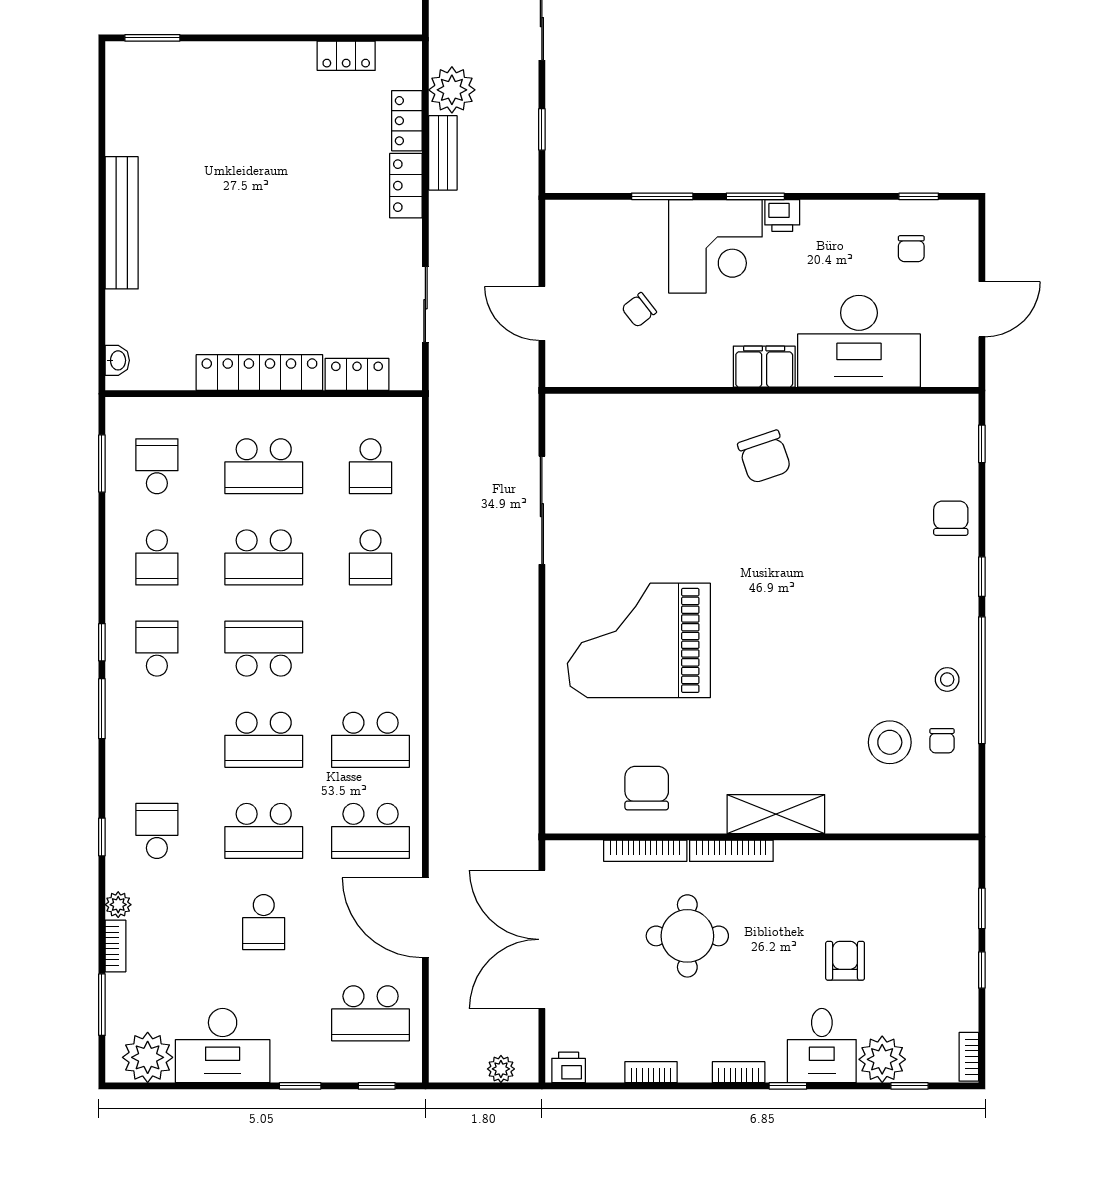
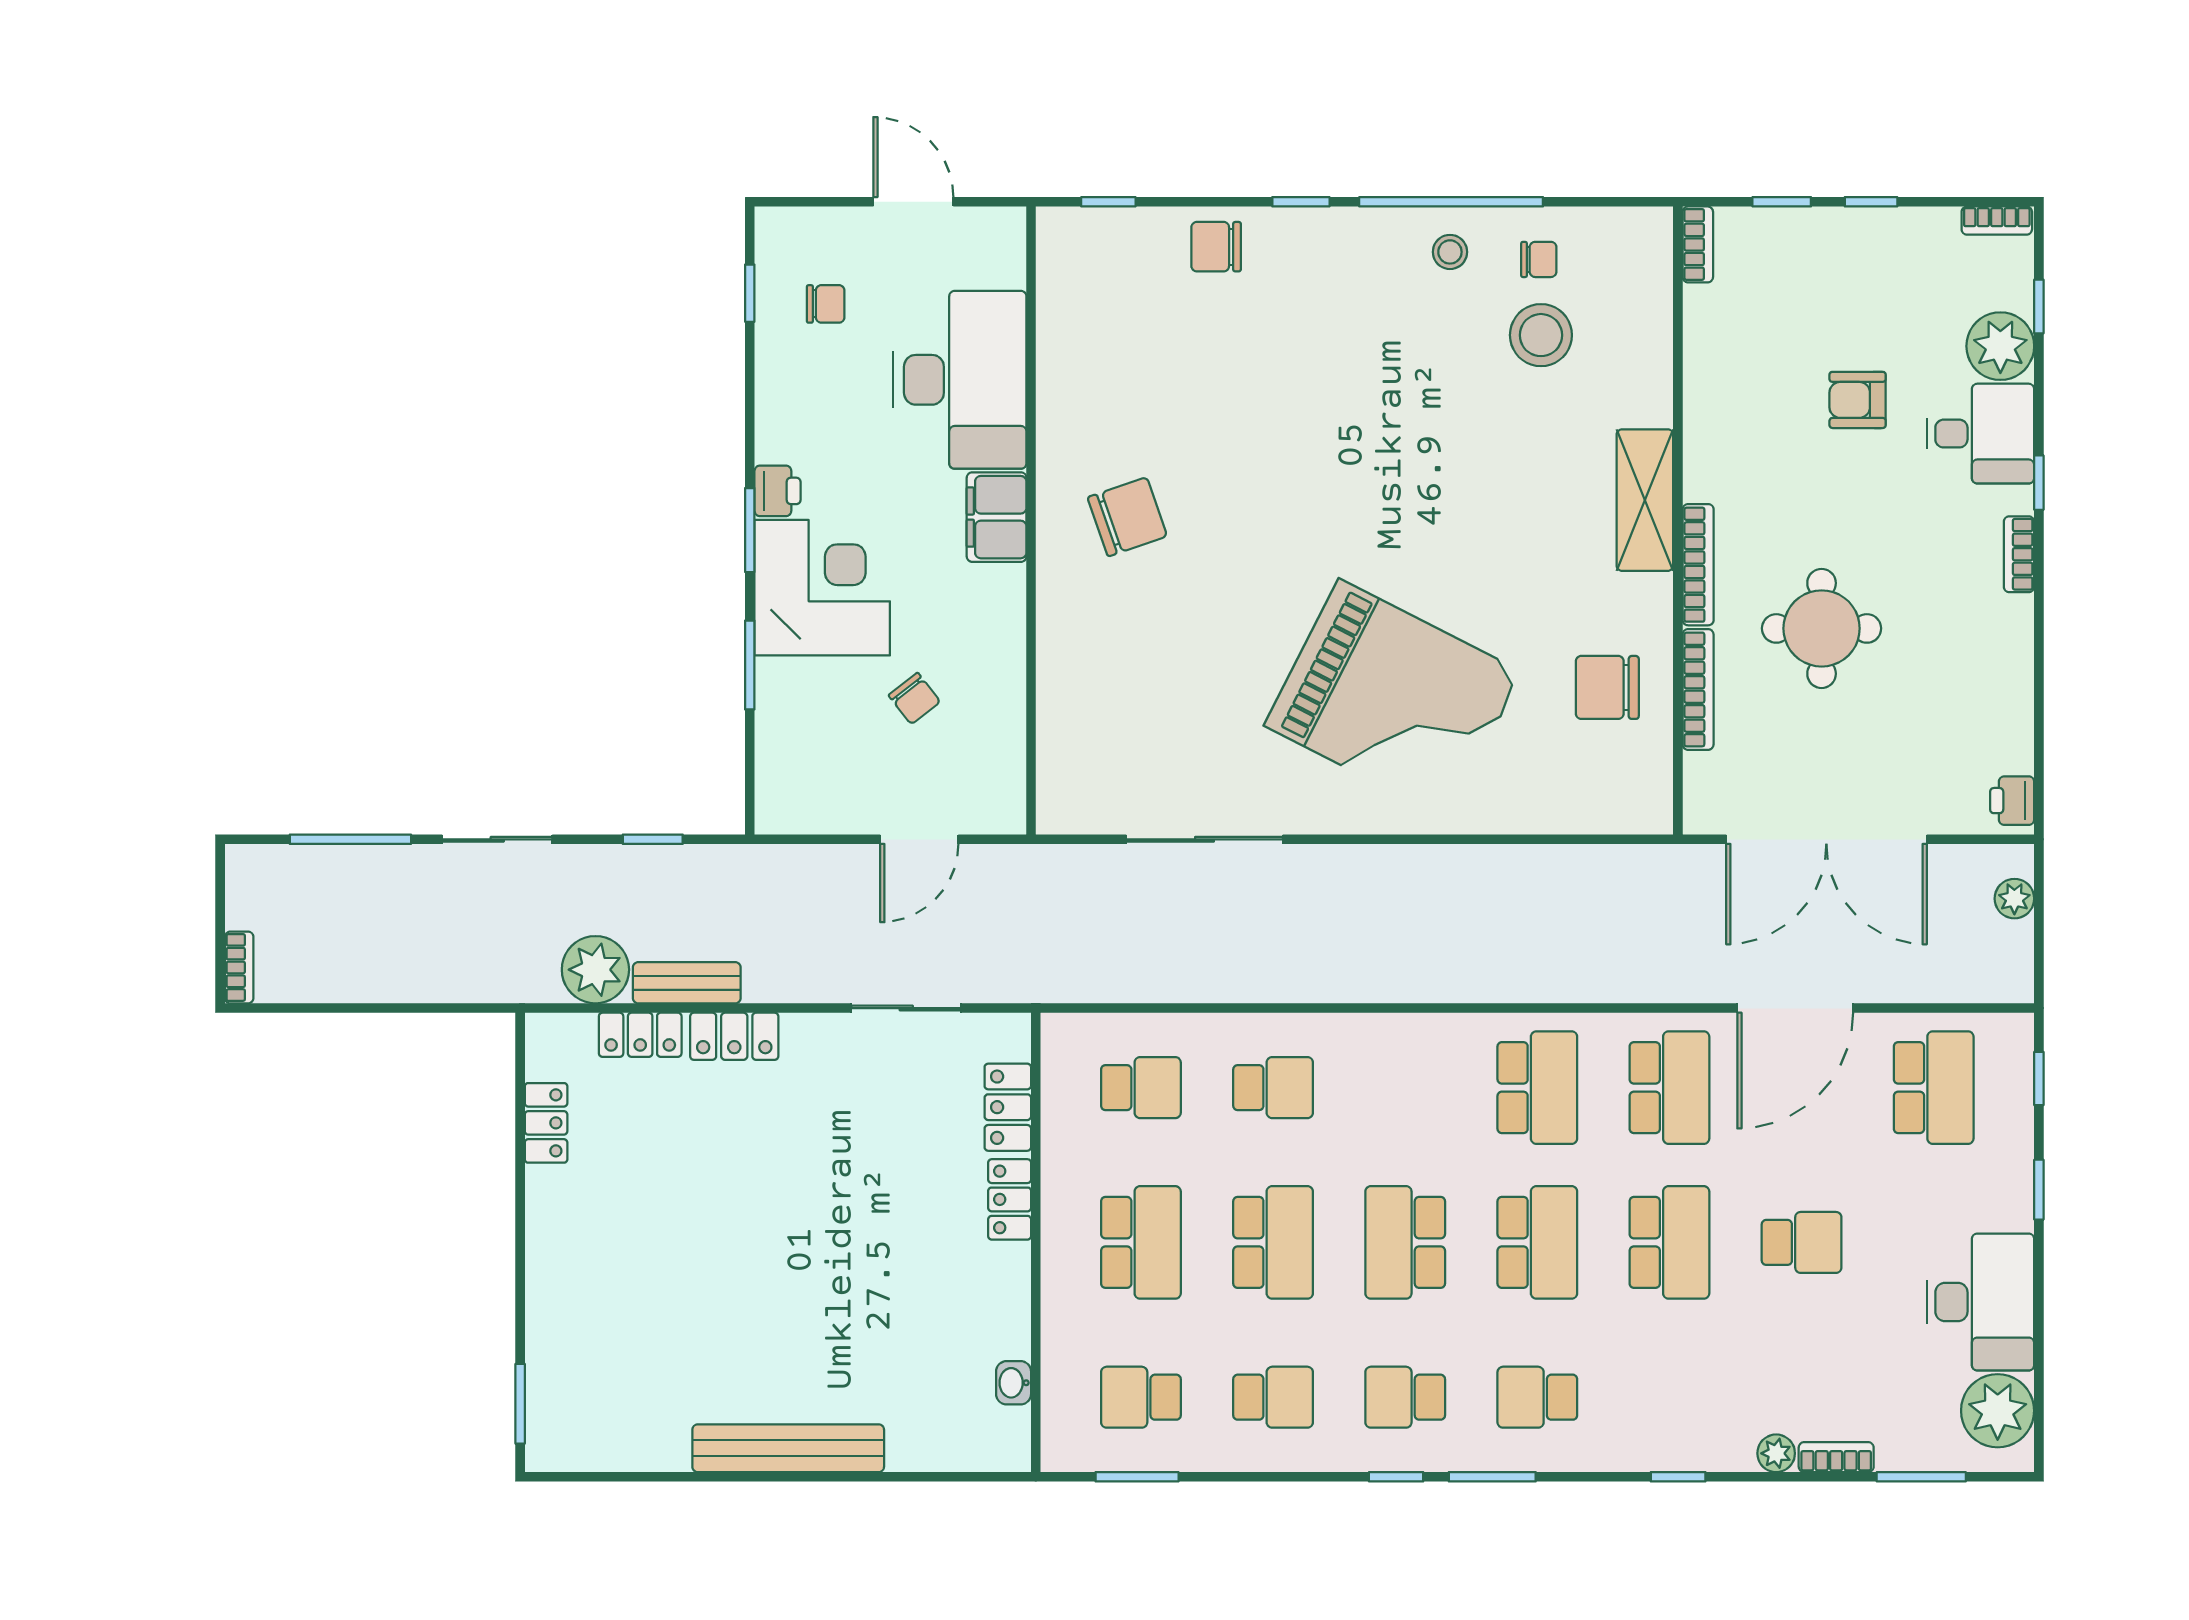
washbasin: (117, 360) -> (1014, 1383), moved, turned -90
locker: (259, 373) -> (1010, 1199), width x0.46, depth x0.83
grand piano: (639, 640) -> (1393, 699), turned -63
school desk: (157, 831) -> (1537, 1397), moved
bookcase: (651, 1072) -> (1698, 244), moved, turned 180

